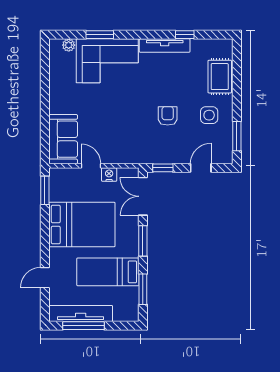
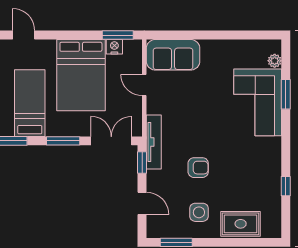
tv unit: (165, 46) -> (154, 142), moved, turned 180
door: (91, 166) -> (144, 85), swing flipped
nightstand: (109, 175) -> (114, 47), moved, turned -90

